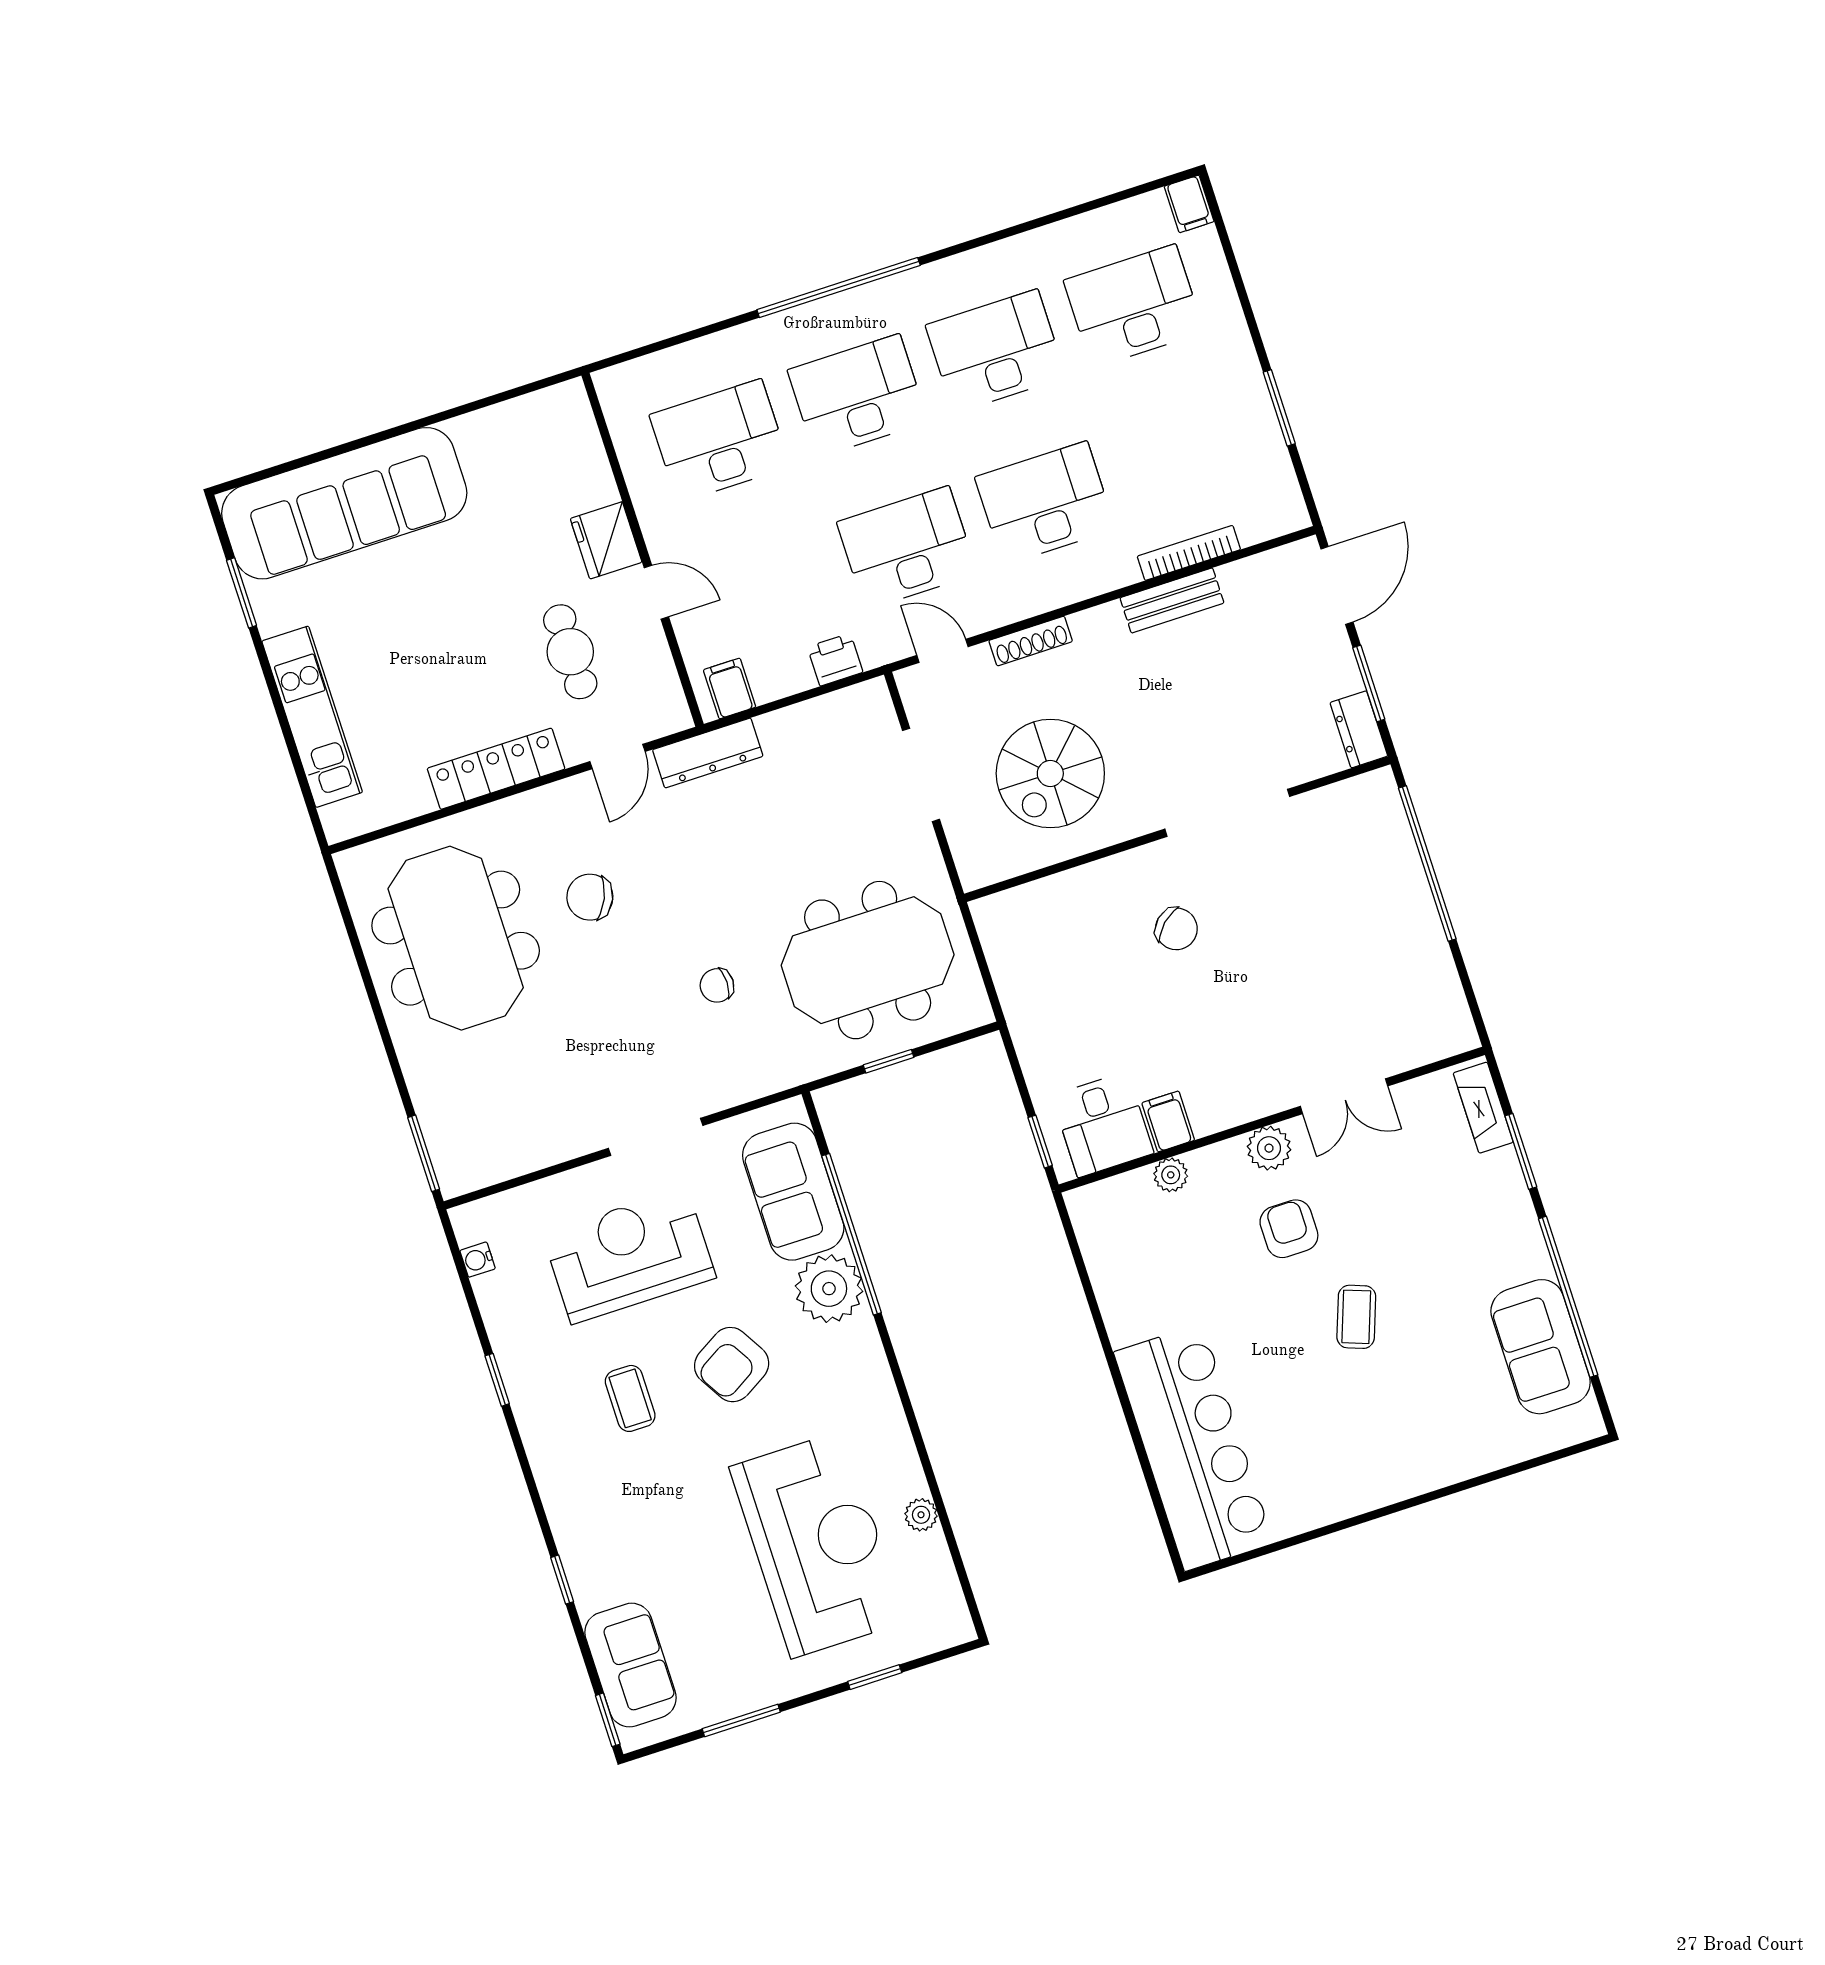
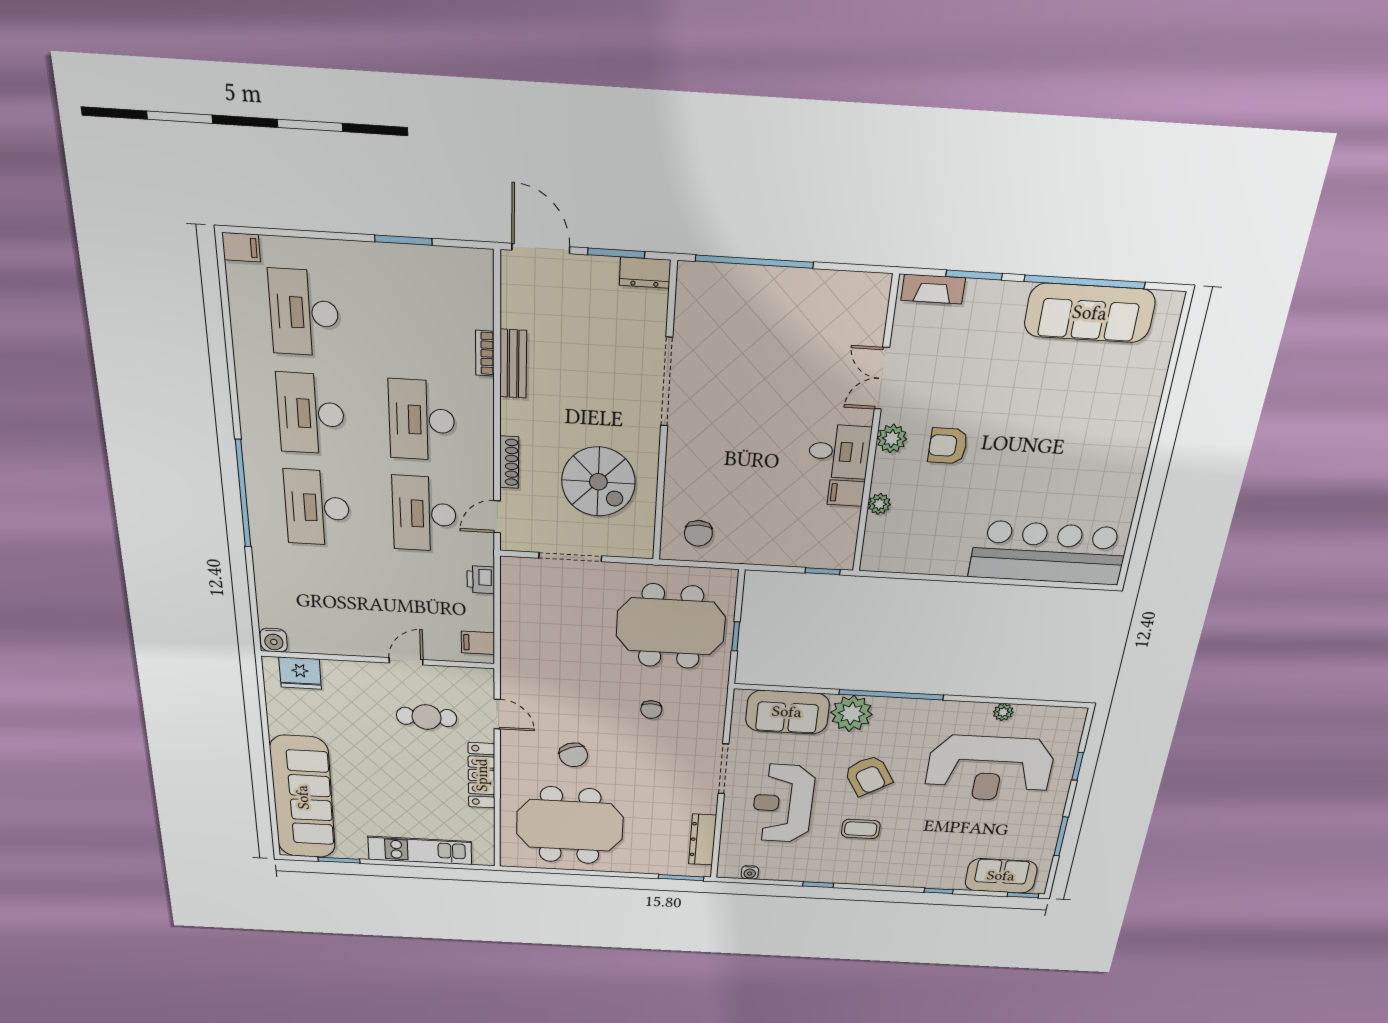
water cooler: (616, 388) -> (274, 640), added
desk: (720, 441) -> (323, 596), removed
fridge: (606, 540) -> (300, 673), moved
bookcase: (1189, 553) -> (485, 353), width x0.64
dresser: (708, 753) -> (703, 840), moved, turned 180
chair: (590, 897) -> (573, 755), turned -45
chair: (1176, 929) -> (698, 533), moved, turned 133
meeting table: (868, 960) -> (671, 626), turned 90
double door: (1344, 1096) -> (882, 378), swing flipped
desk: (1103, 1124) -> (839, 452), moved
window: (852, 1234) -> (891, 695), moved
coffee table: (1356, 1317) -> (1024, 426), removed
sofa: (1541, 1347) -> (1090, 313), width x1.36
reception desk: (817, 1544) -> (989, 769), turned 180

